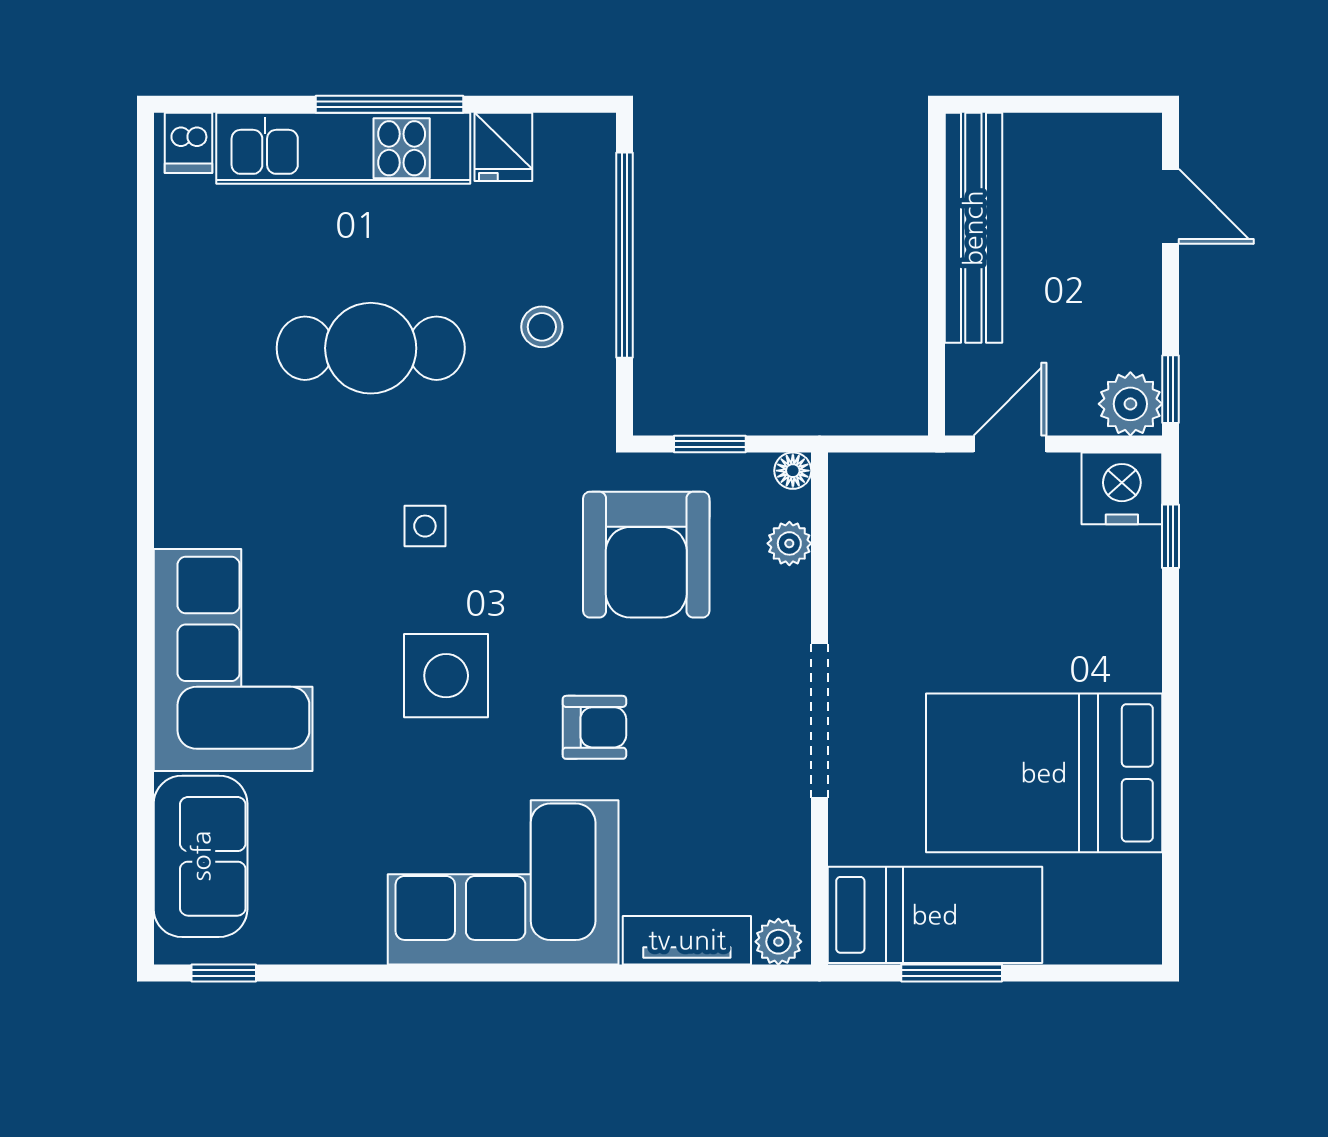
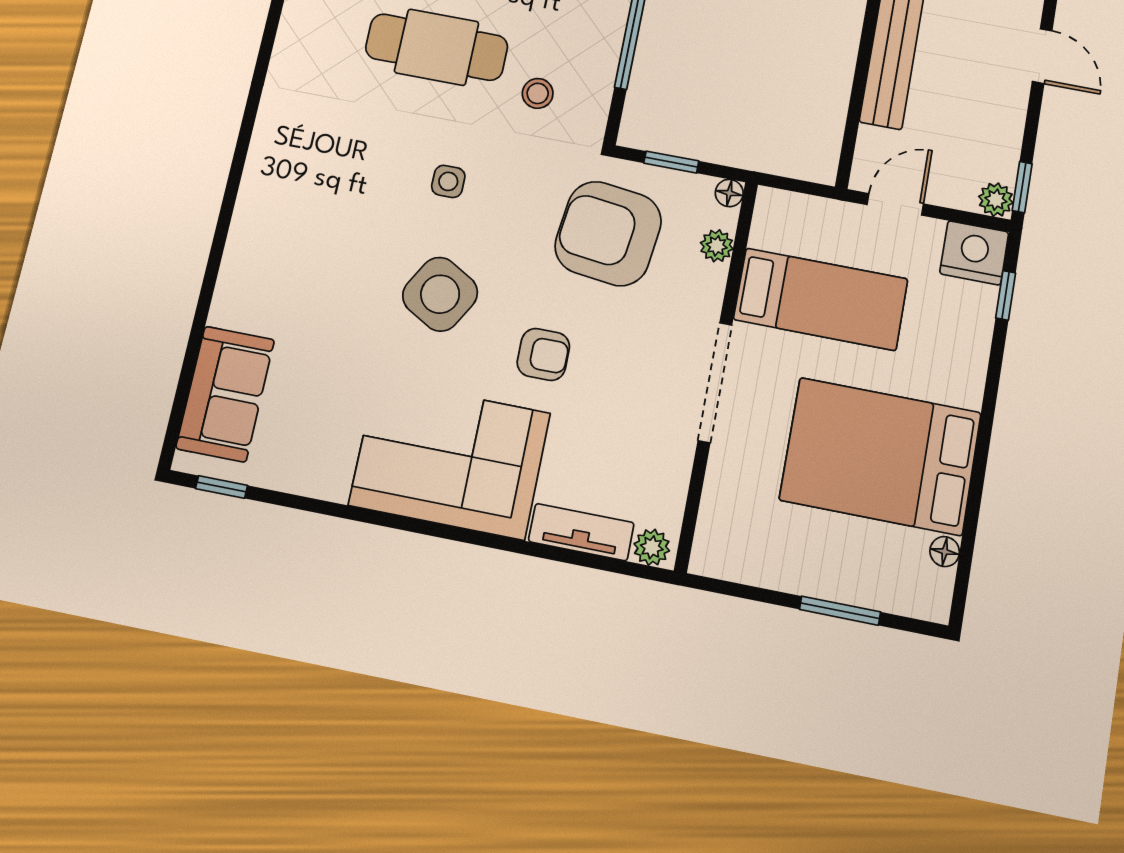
stool: (542, 327) -> (538, 93), moved
plant: (1130, 404) -> (996, 200), width x0.73, depth x0.73
armchair: (646, 555) -> (608, 234), turned 97
corner sofa: (233, 660) -> (284, 252), removed
side table: (446, 676) -> (440, 294), turned 30
floor lamp: (1143, 876) -> (945, 552), added
bed: (935, 915) -> (821, 299), moved
window: (952, 973) -> (840, 611), moved

